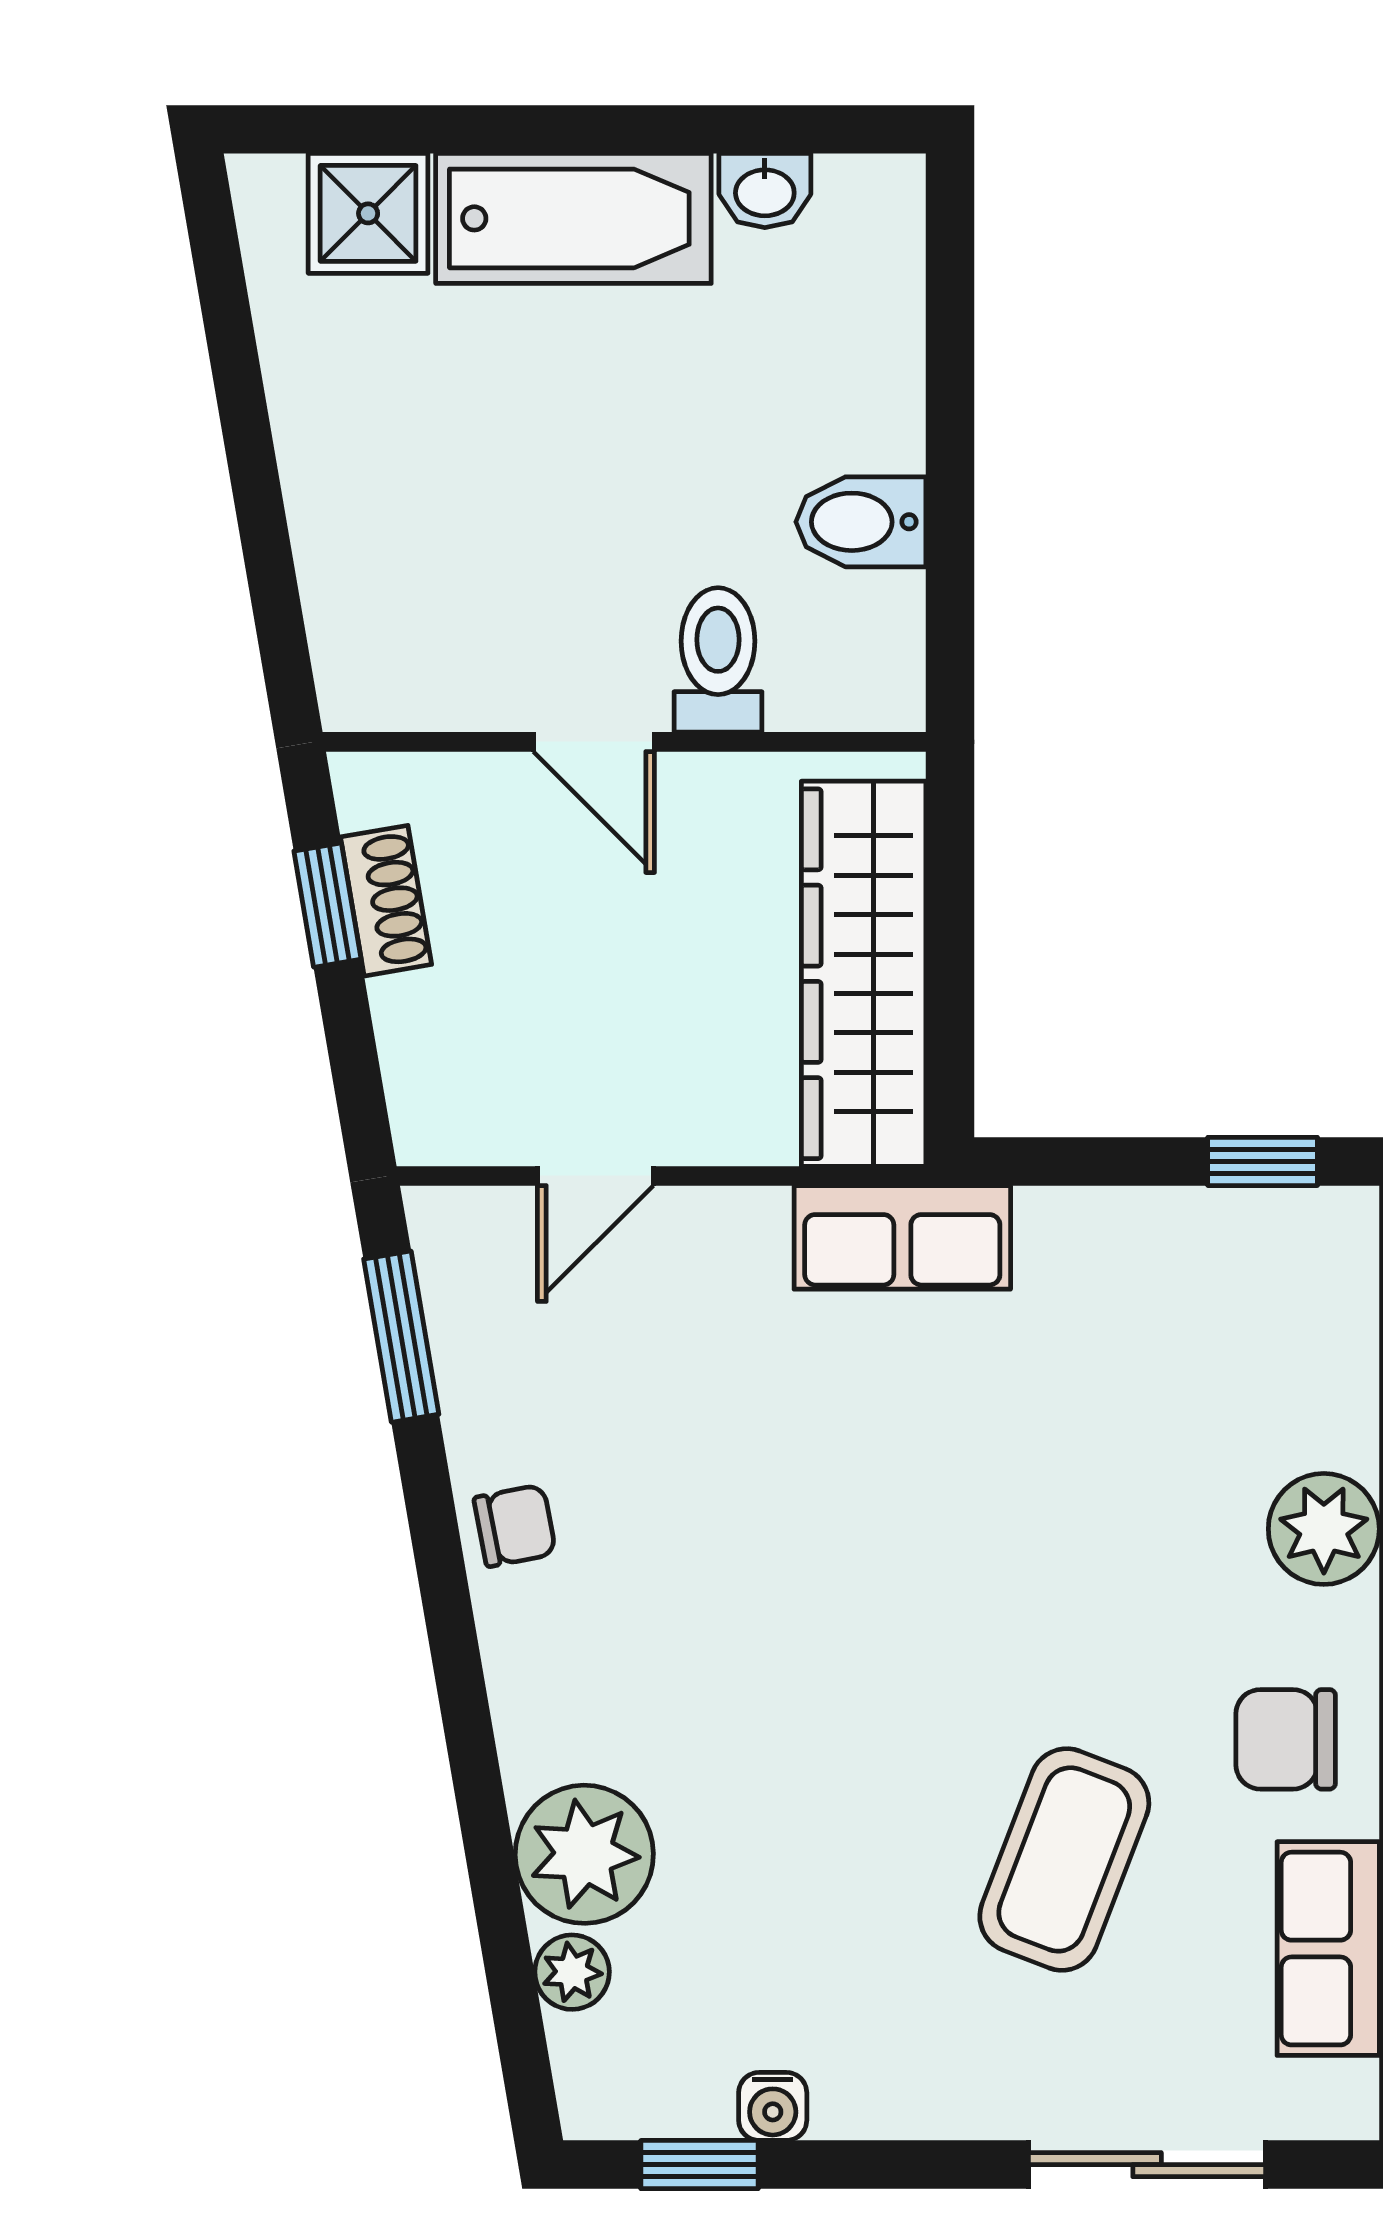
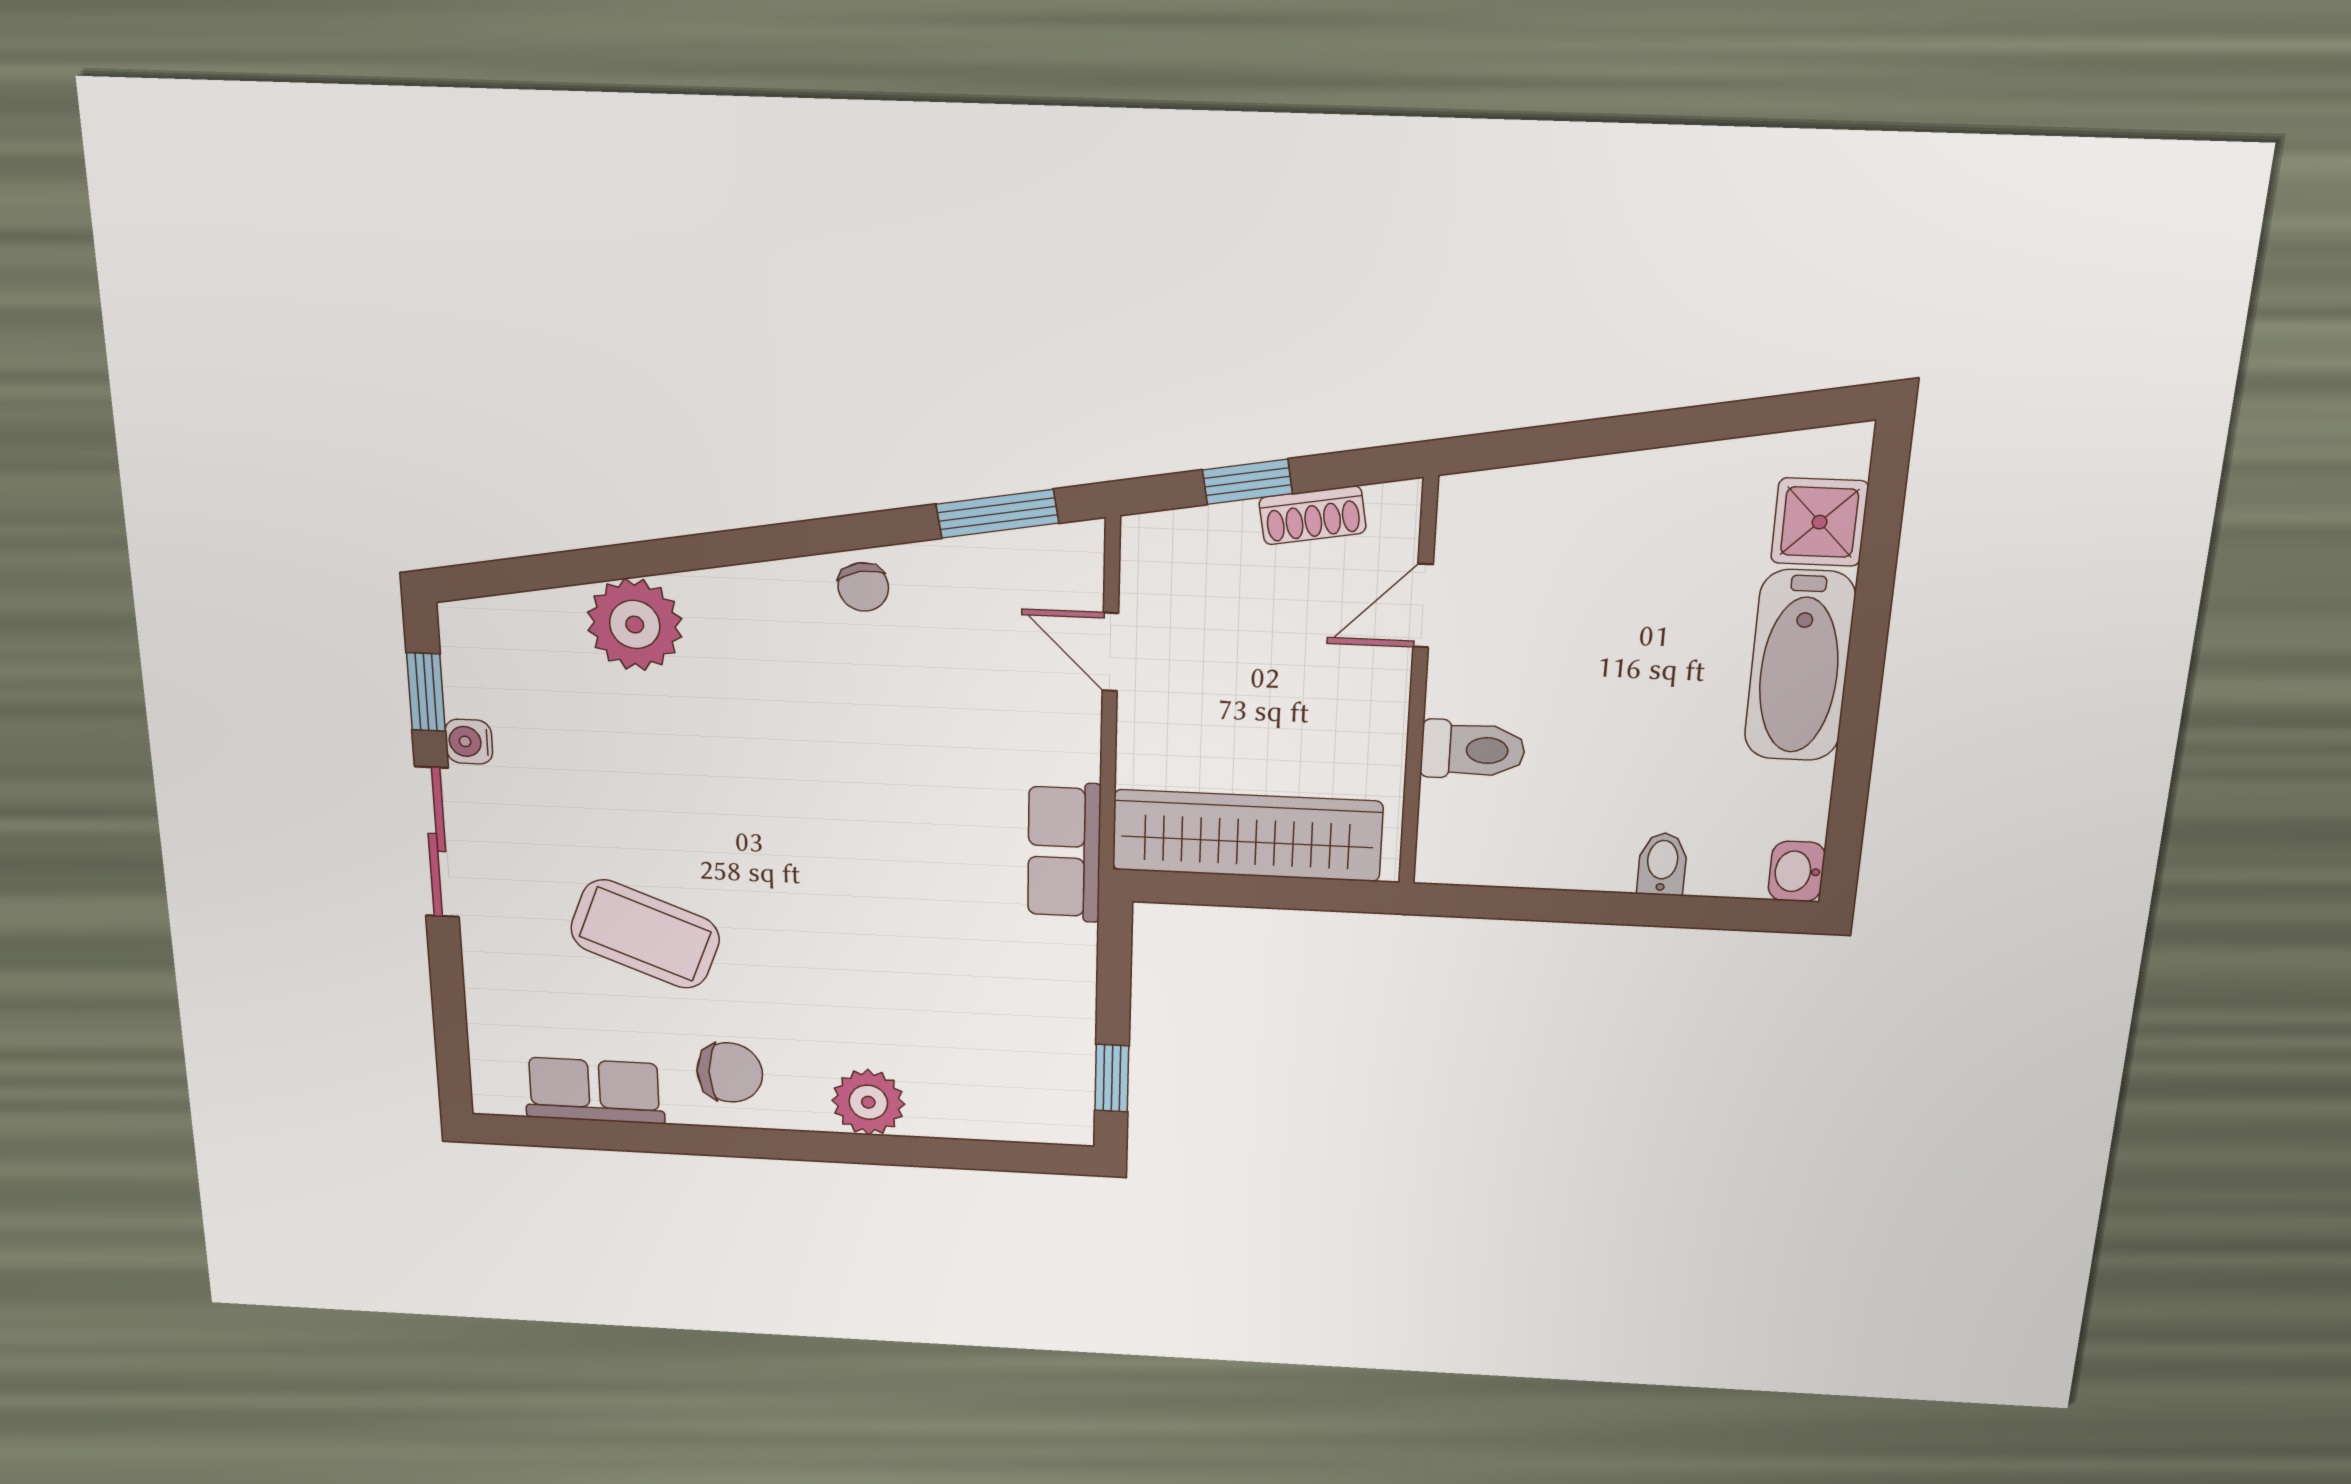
washbasin: (765, 191) -> (1797, 871), moved
bidet: (861, 522) -> (1662, 864), moved, width x0.72, depth x0.74
door: (594, 742) -> (1423, 606), moved
window: (328, 905) -> (1247, 482), moved
chair: (1286, 1739) -> (730, 1072), turned 90
plant: (572, 1972) -> (553, 613), removed
sliding door: (1147, 2165) -> (437, 842), moved

